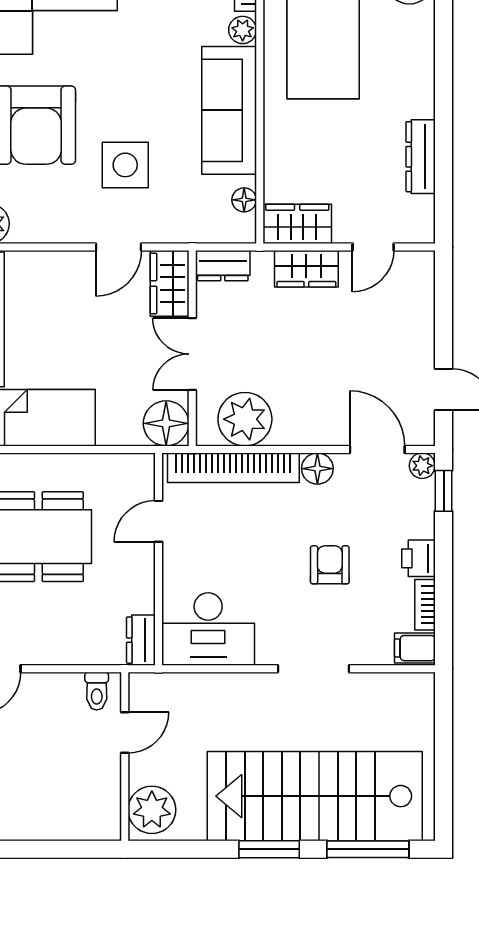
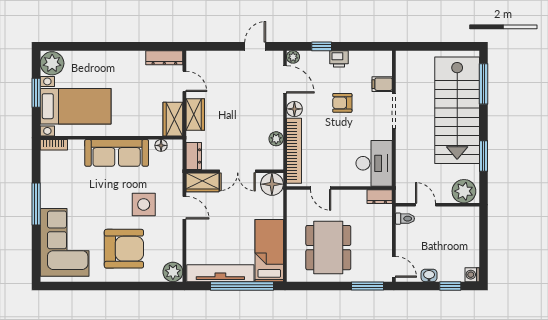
plant: (243, 30) -> (77, 146), removed
dresser: (421, 157) -> (164, 58), moved
plant: (245, 419) -> (276, 139), width x0.53, depth x0.53
door: (377, 449) -> (285, 79), swing flipped
window: (444, 491) -> (322, 46), moved
bookcase: (425, 605) -> (362, 56), removed
filing cabinet: (415, 648) -> (382, 84), moved, turned 90
window: (269, 849) -> (484, 156), moved

